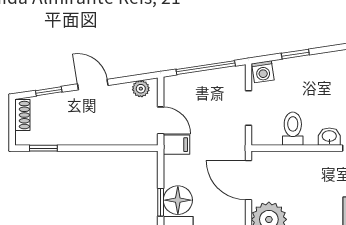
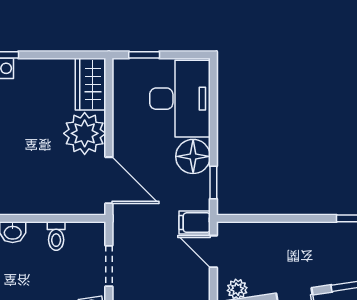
toilet: (293, 129) -> (56, 236), width x0.73, depth x0.72
window: (161, 202) -> (213, 183), moved

